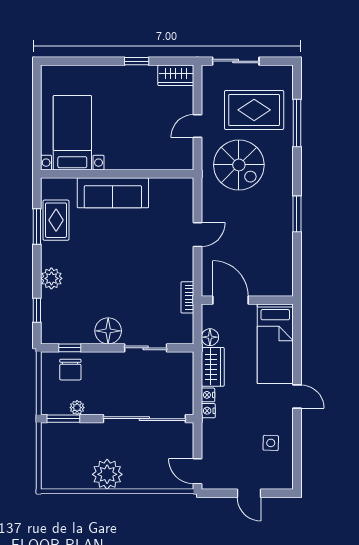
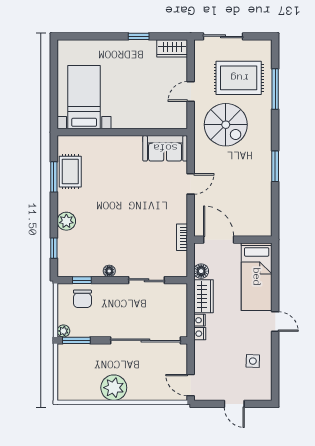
sofa: (113, 193) -> (165, 148), moved, width x0.73
floor lamp: (108, 331) -> (109, 271), width x0.53, depth x0.53
plant: (77, 408) -> (63, 331), moved

